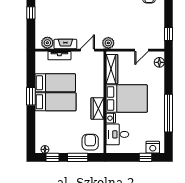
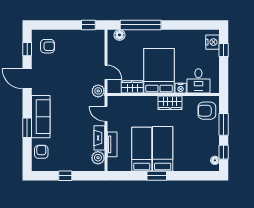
door: (141, 50) -> (106, 72), moved
wardrobe: (112, 69) -> (132, 87), width x0.67
window: (168, 113) -> (141, 25), moved

